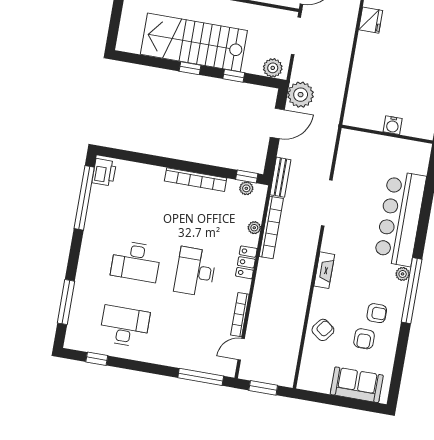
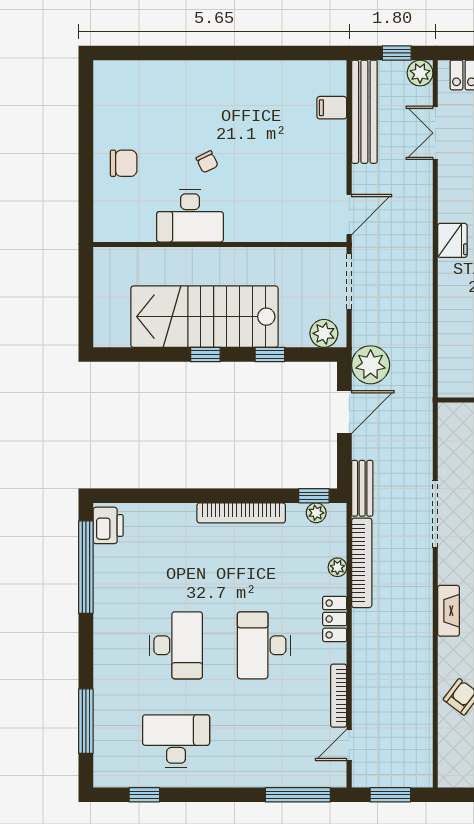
desk: (136, 261) -> (176, 645), turned -90

